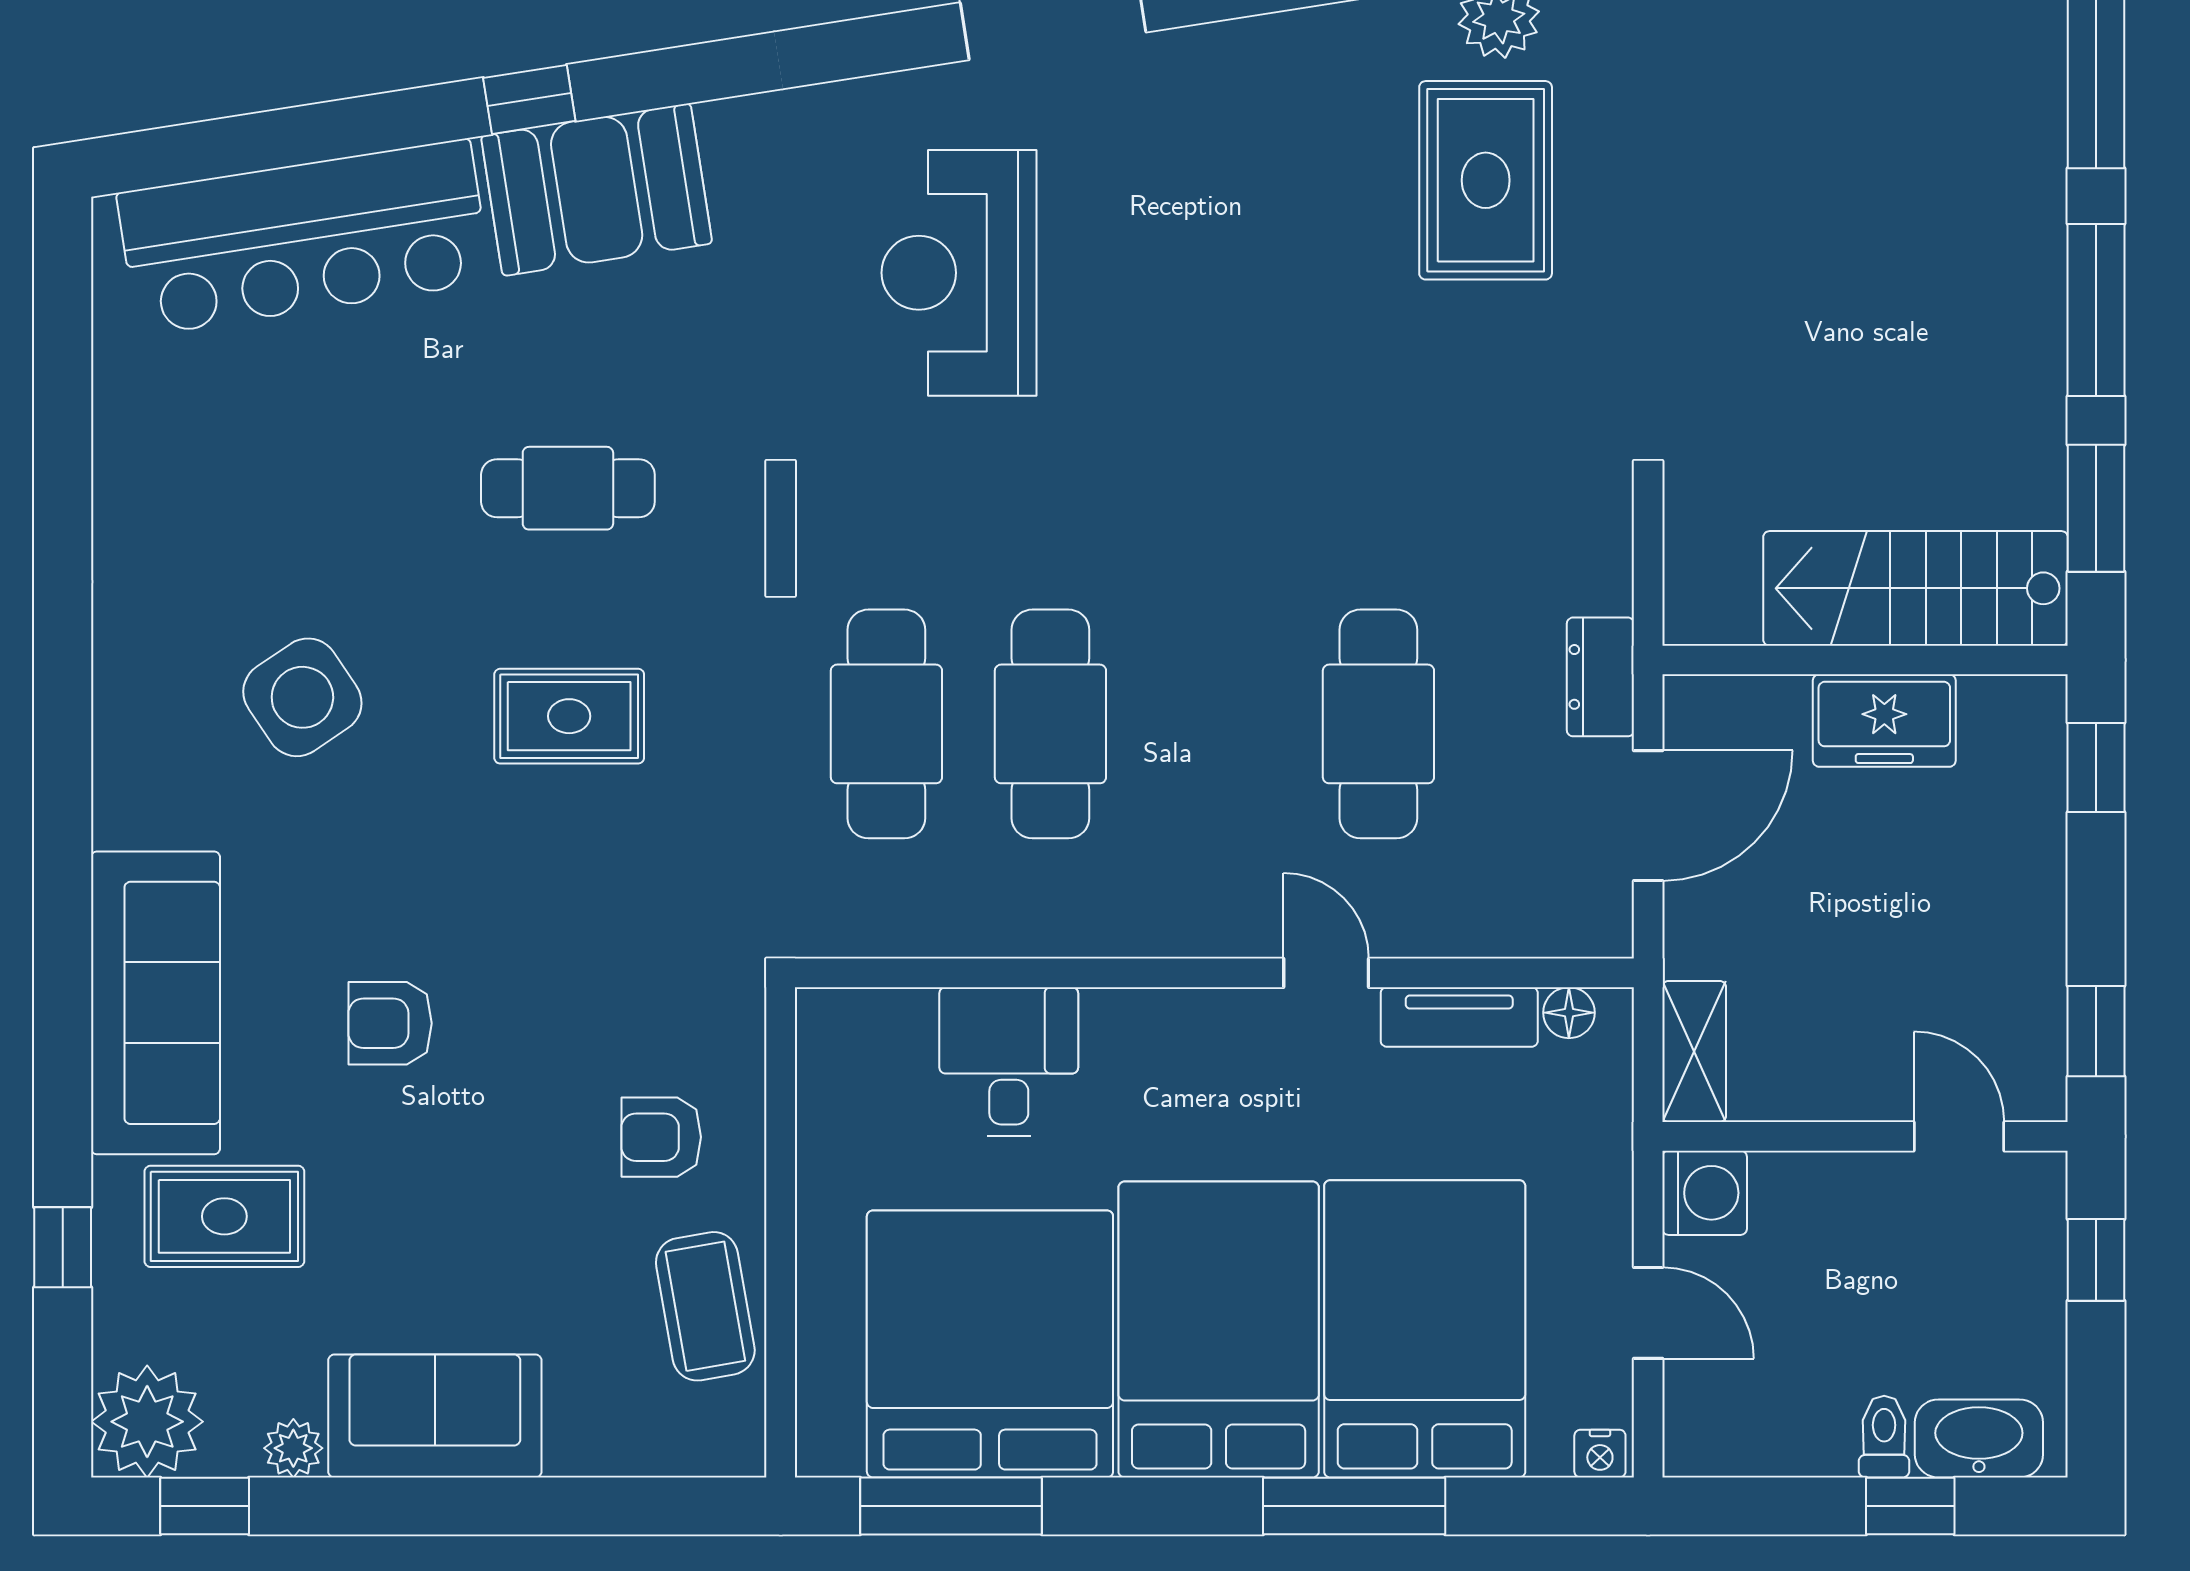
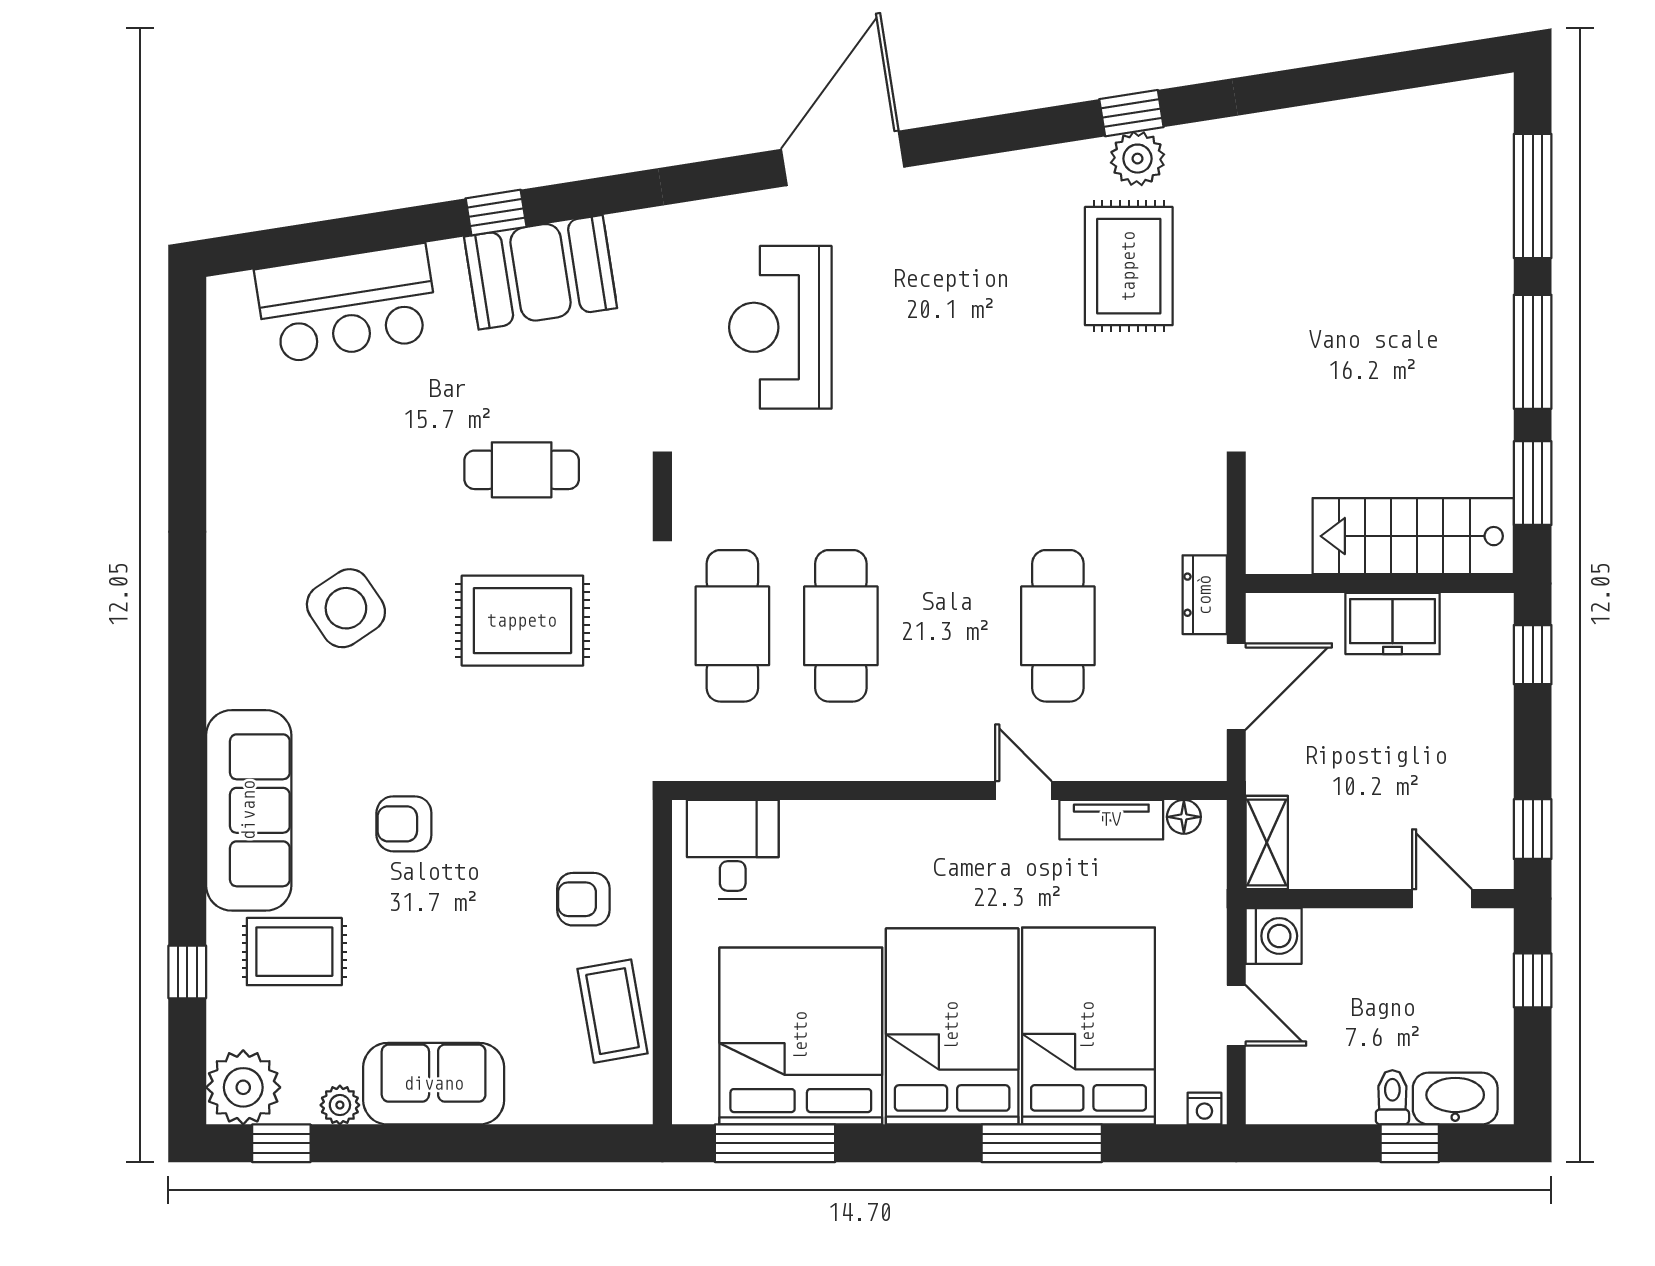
bar counter: (304, 237) -> (347, 304), width x0.73
rug: (569, 716) -> (522, 621), width x1.36, depth x1.43
desk: (1009, 1062) -> (733, 849), moved

